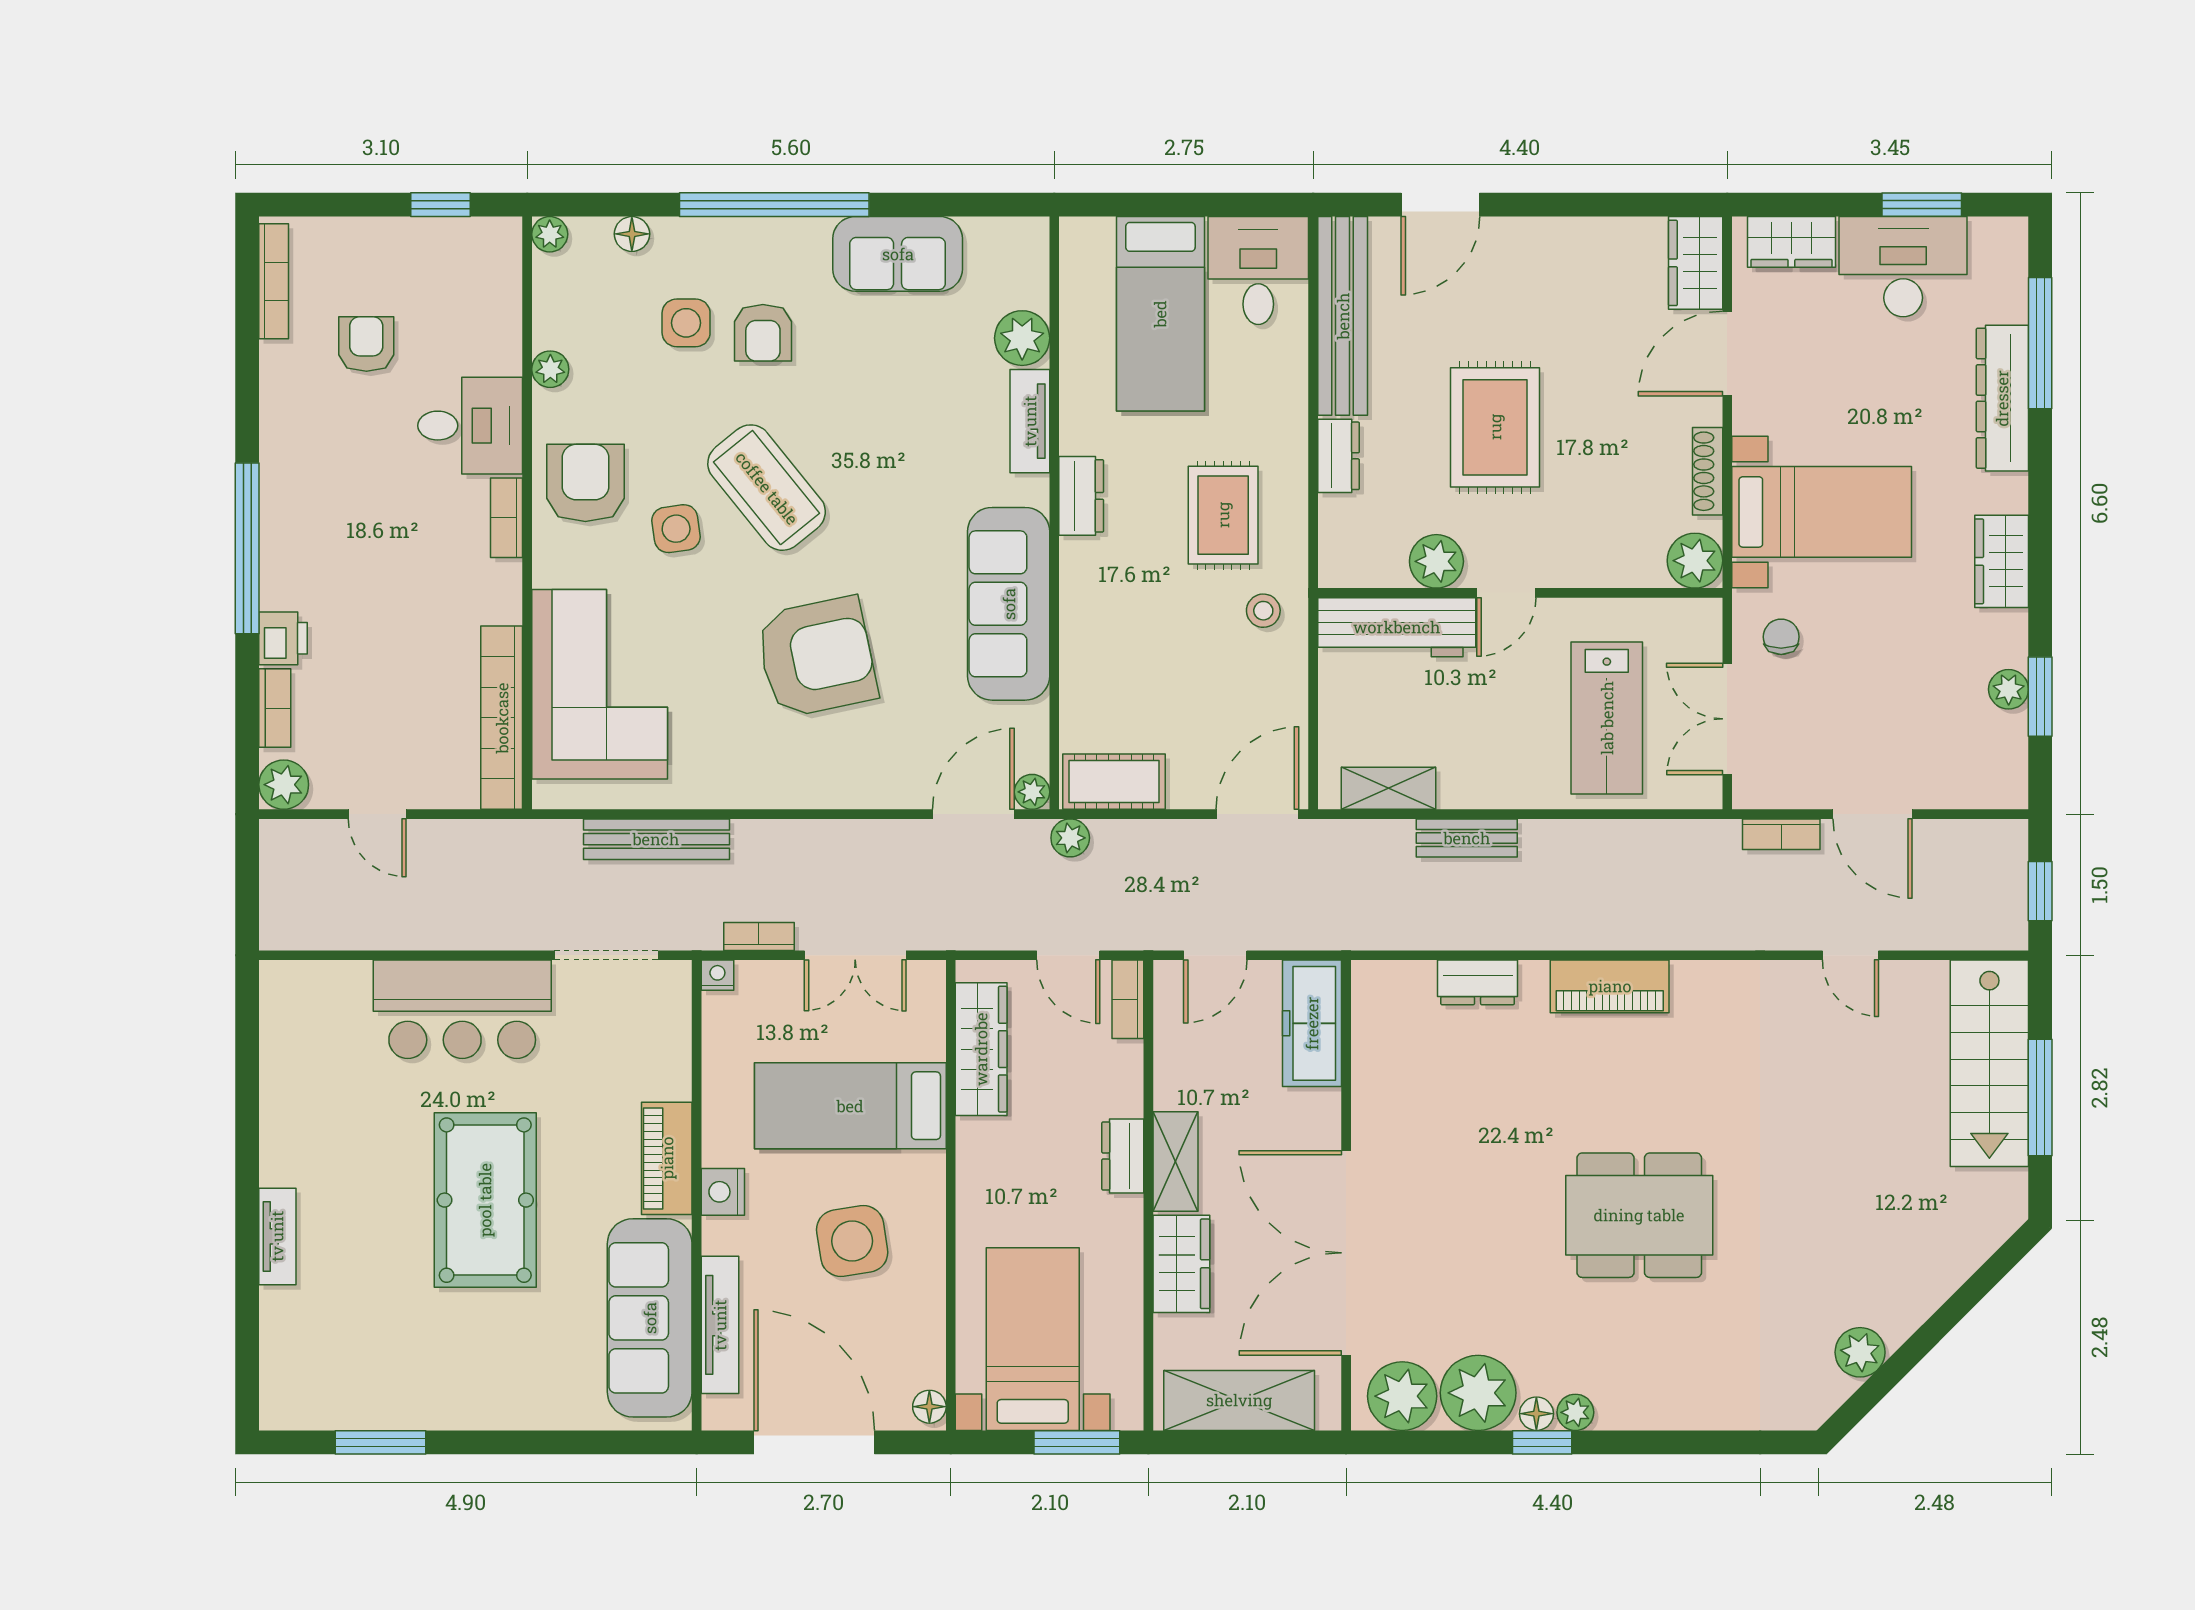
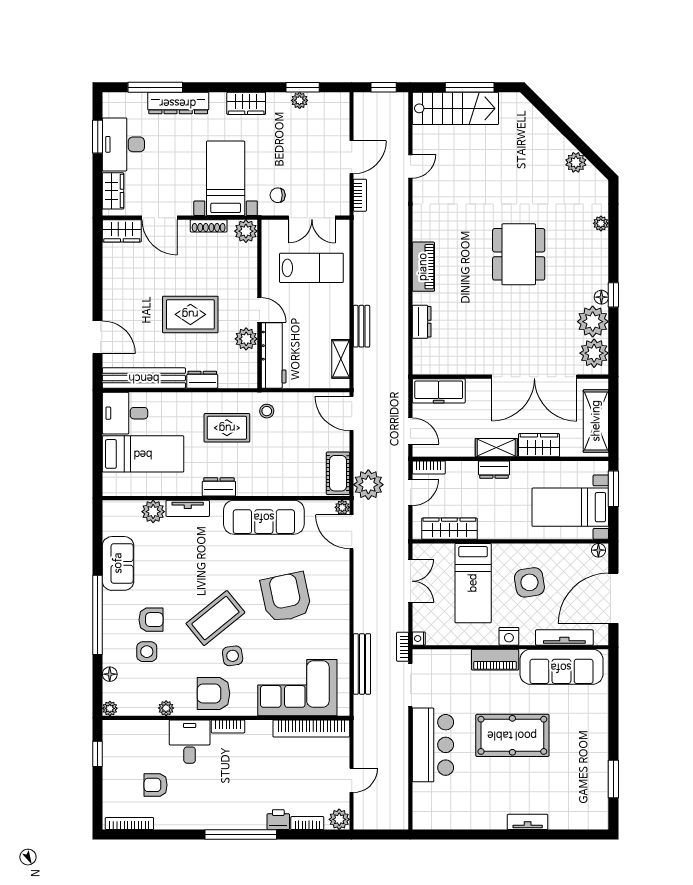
plant: (1070, 838) -> (368, 485), width x1.88, depth x1.88
bookcase: (759, 937) -> (403, 647), moved
plant: (1575, 1412) -> (601, 223), moved

